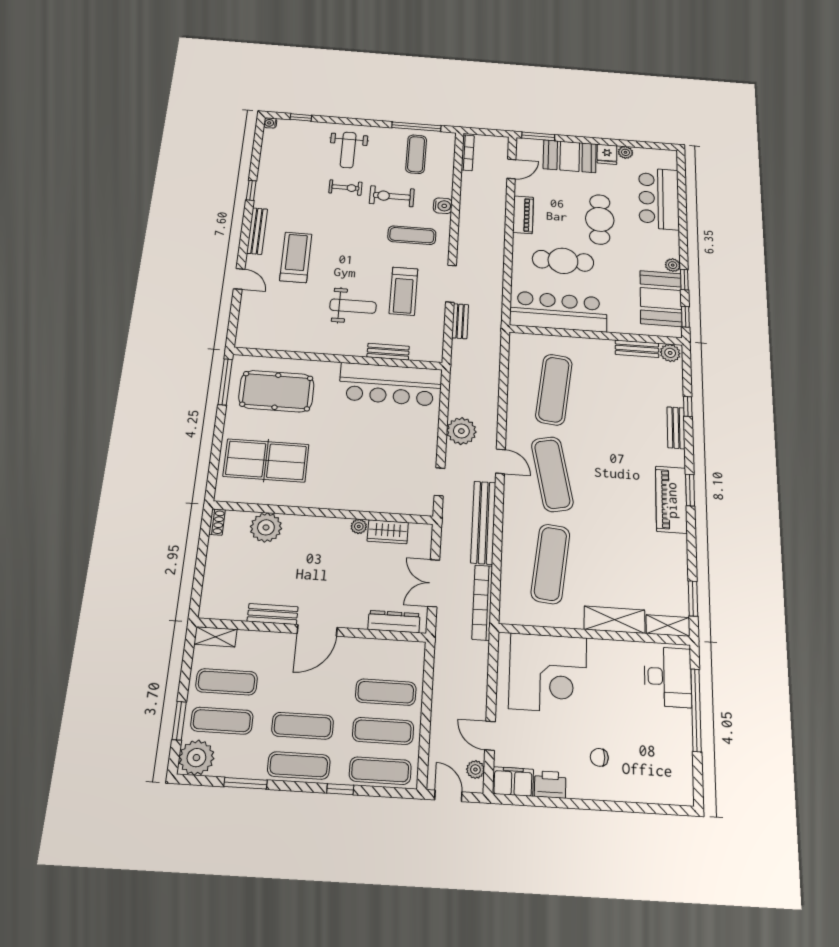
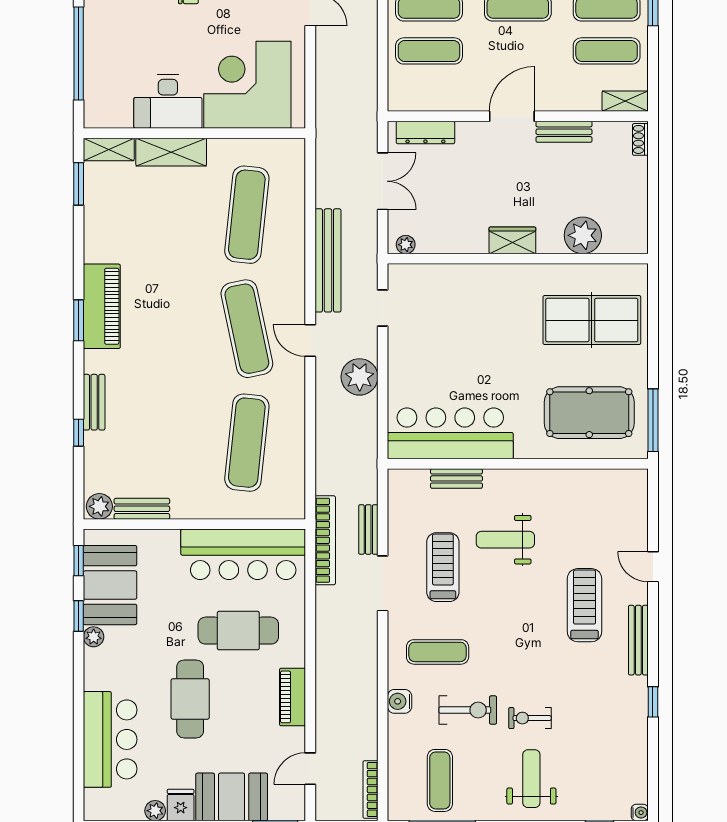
treadmill: (296, 257) -> (585, 605), turned 180
shoe rack: (217, 522) -> (640, 139), moved
plant: (359, 526) -> (406, 245), moved
wardrobe: (388, 532) -> (512, 240), moved
bookcase: (482, 602) -> (325, 540), moved
desk: (668, 677) -> (168, 102), moved, turned -90

